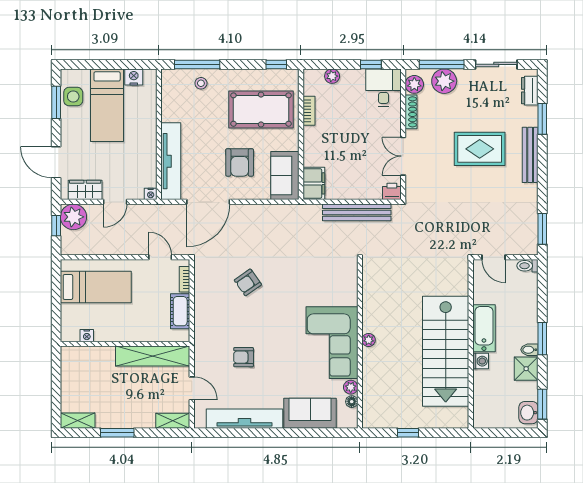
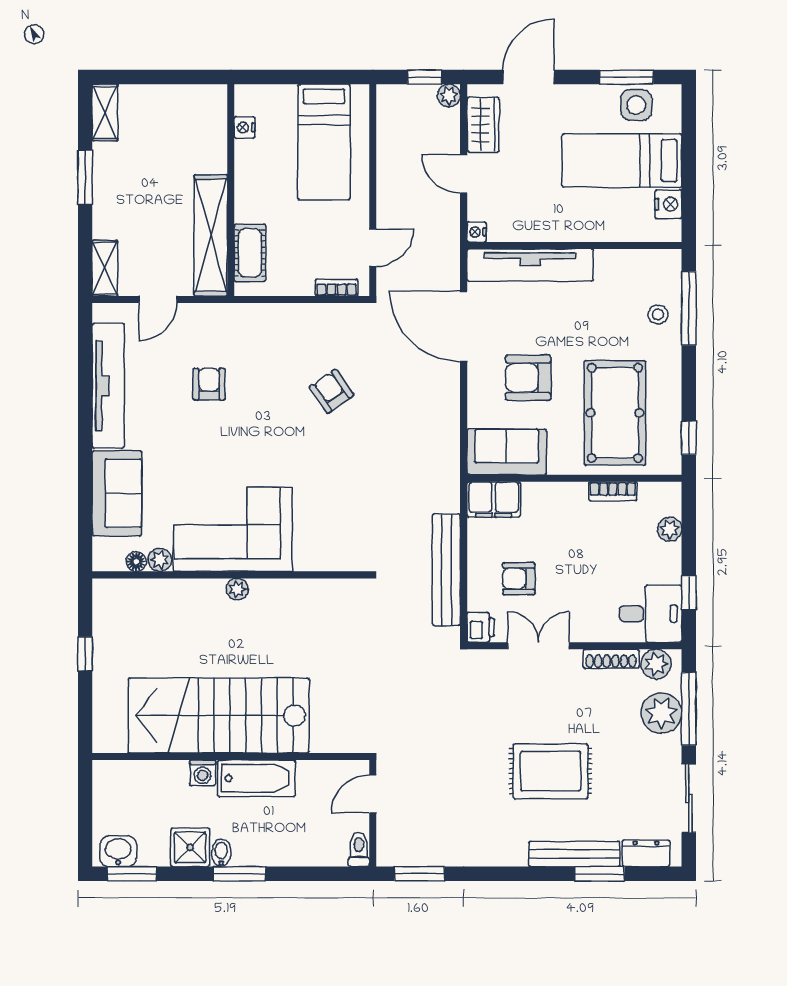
rug: (480, 149) -> (550, 771), turned 90
bench: (530, 155) -> (574, 854), moved
armchair: (362, 168) -> (519, 579), added
plant: (73, 217) -> (449, 96), width x0.53, depth x0.53
cot: (180, 311) -> (250, 253), moved, turned 90

